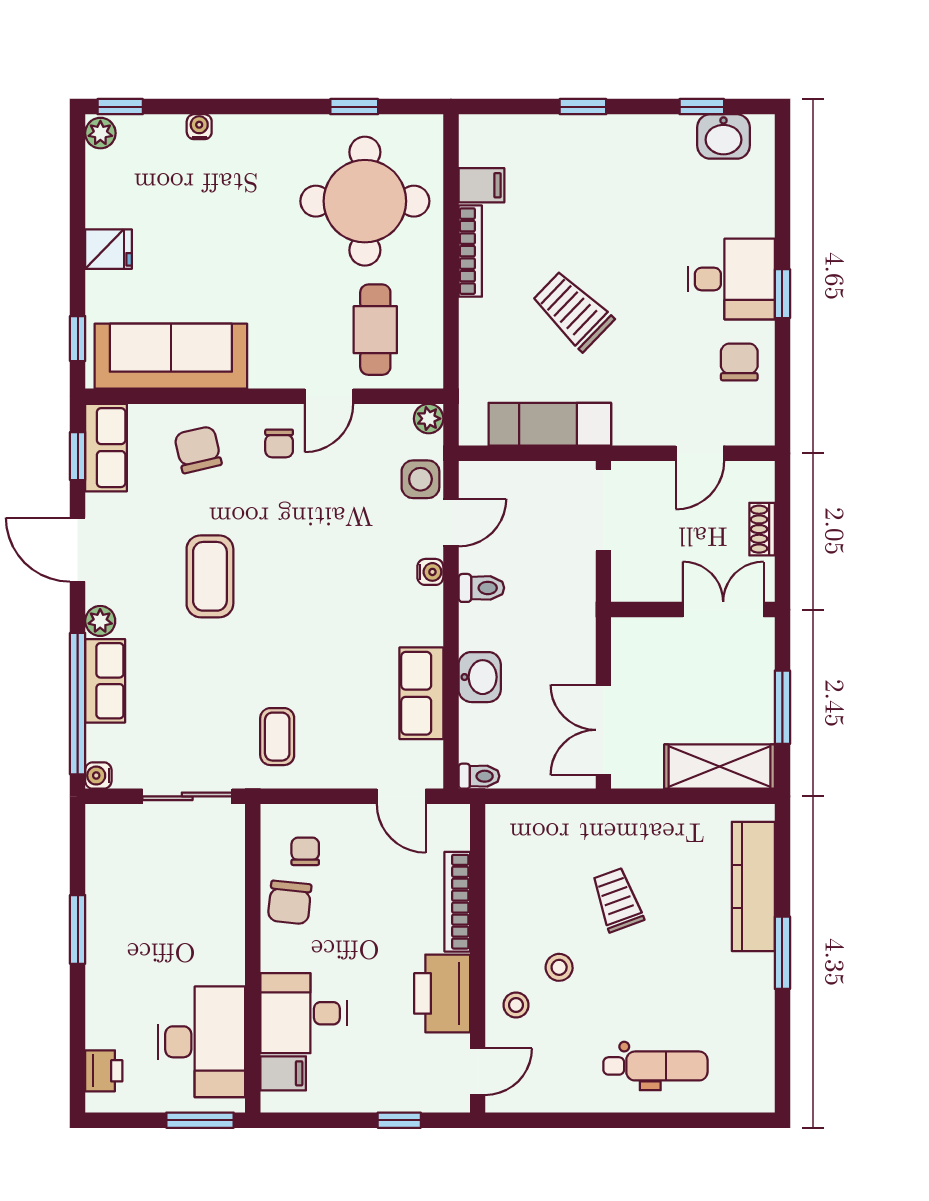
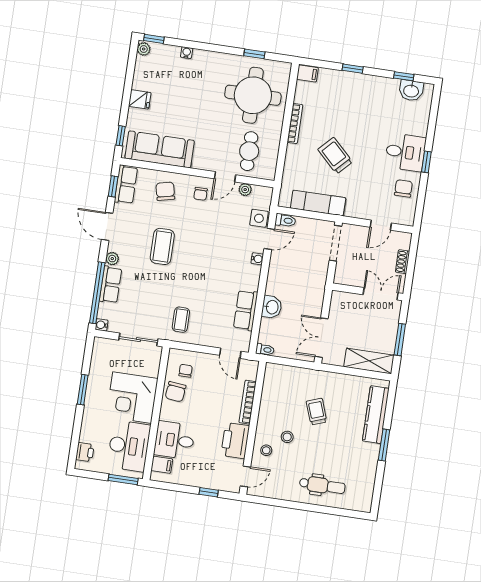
filing cabinet: (481, 185) -> (307, 73), moved
plant: (429, 419) -> (245, 190), moved
toilet: (481, 588) -> (285, 220), moved
corner desk: (193, 931) -> (132, 398), added

